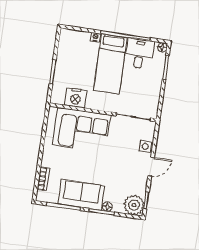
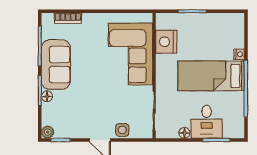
floor lamp: (162, 47) -> (184, 133), moved
desk: (139, 54) -> (207, 122), moved, turned 90
plant: (134, 205) -> (48, 132), width x0.53, depth x0.53

